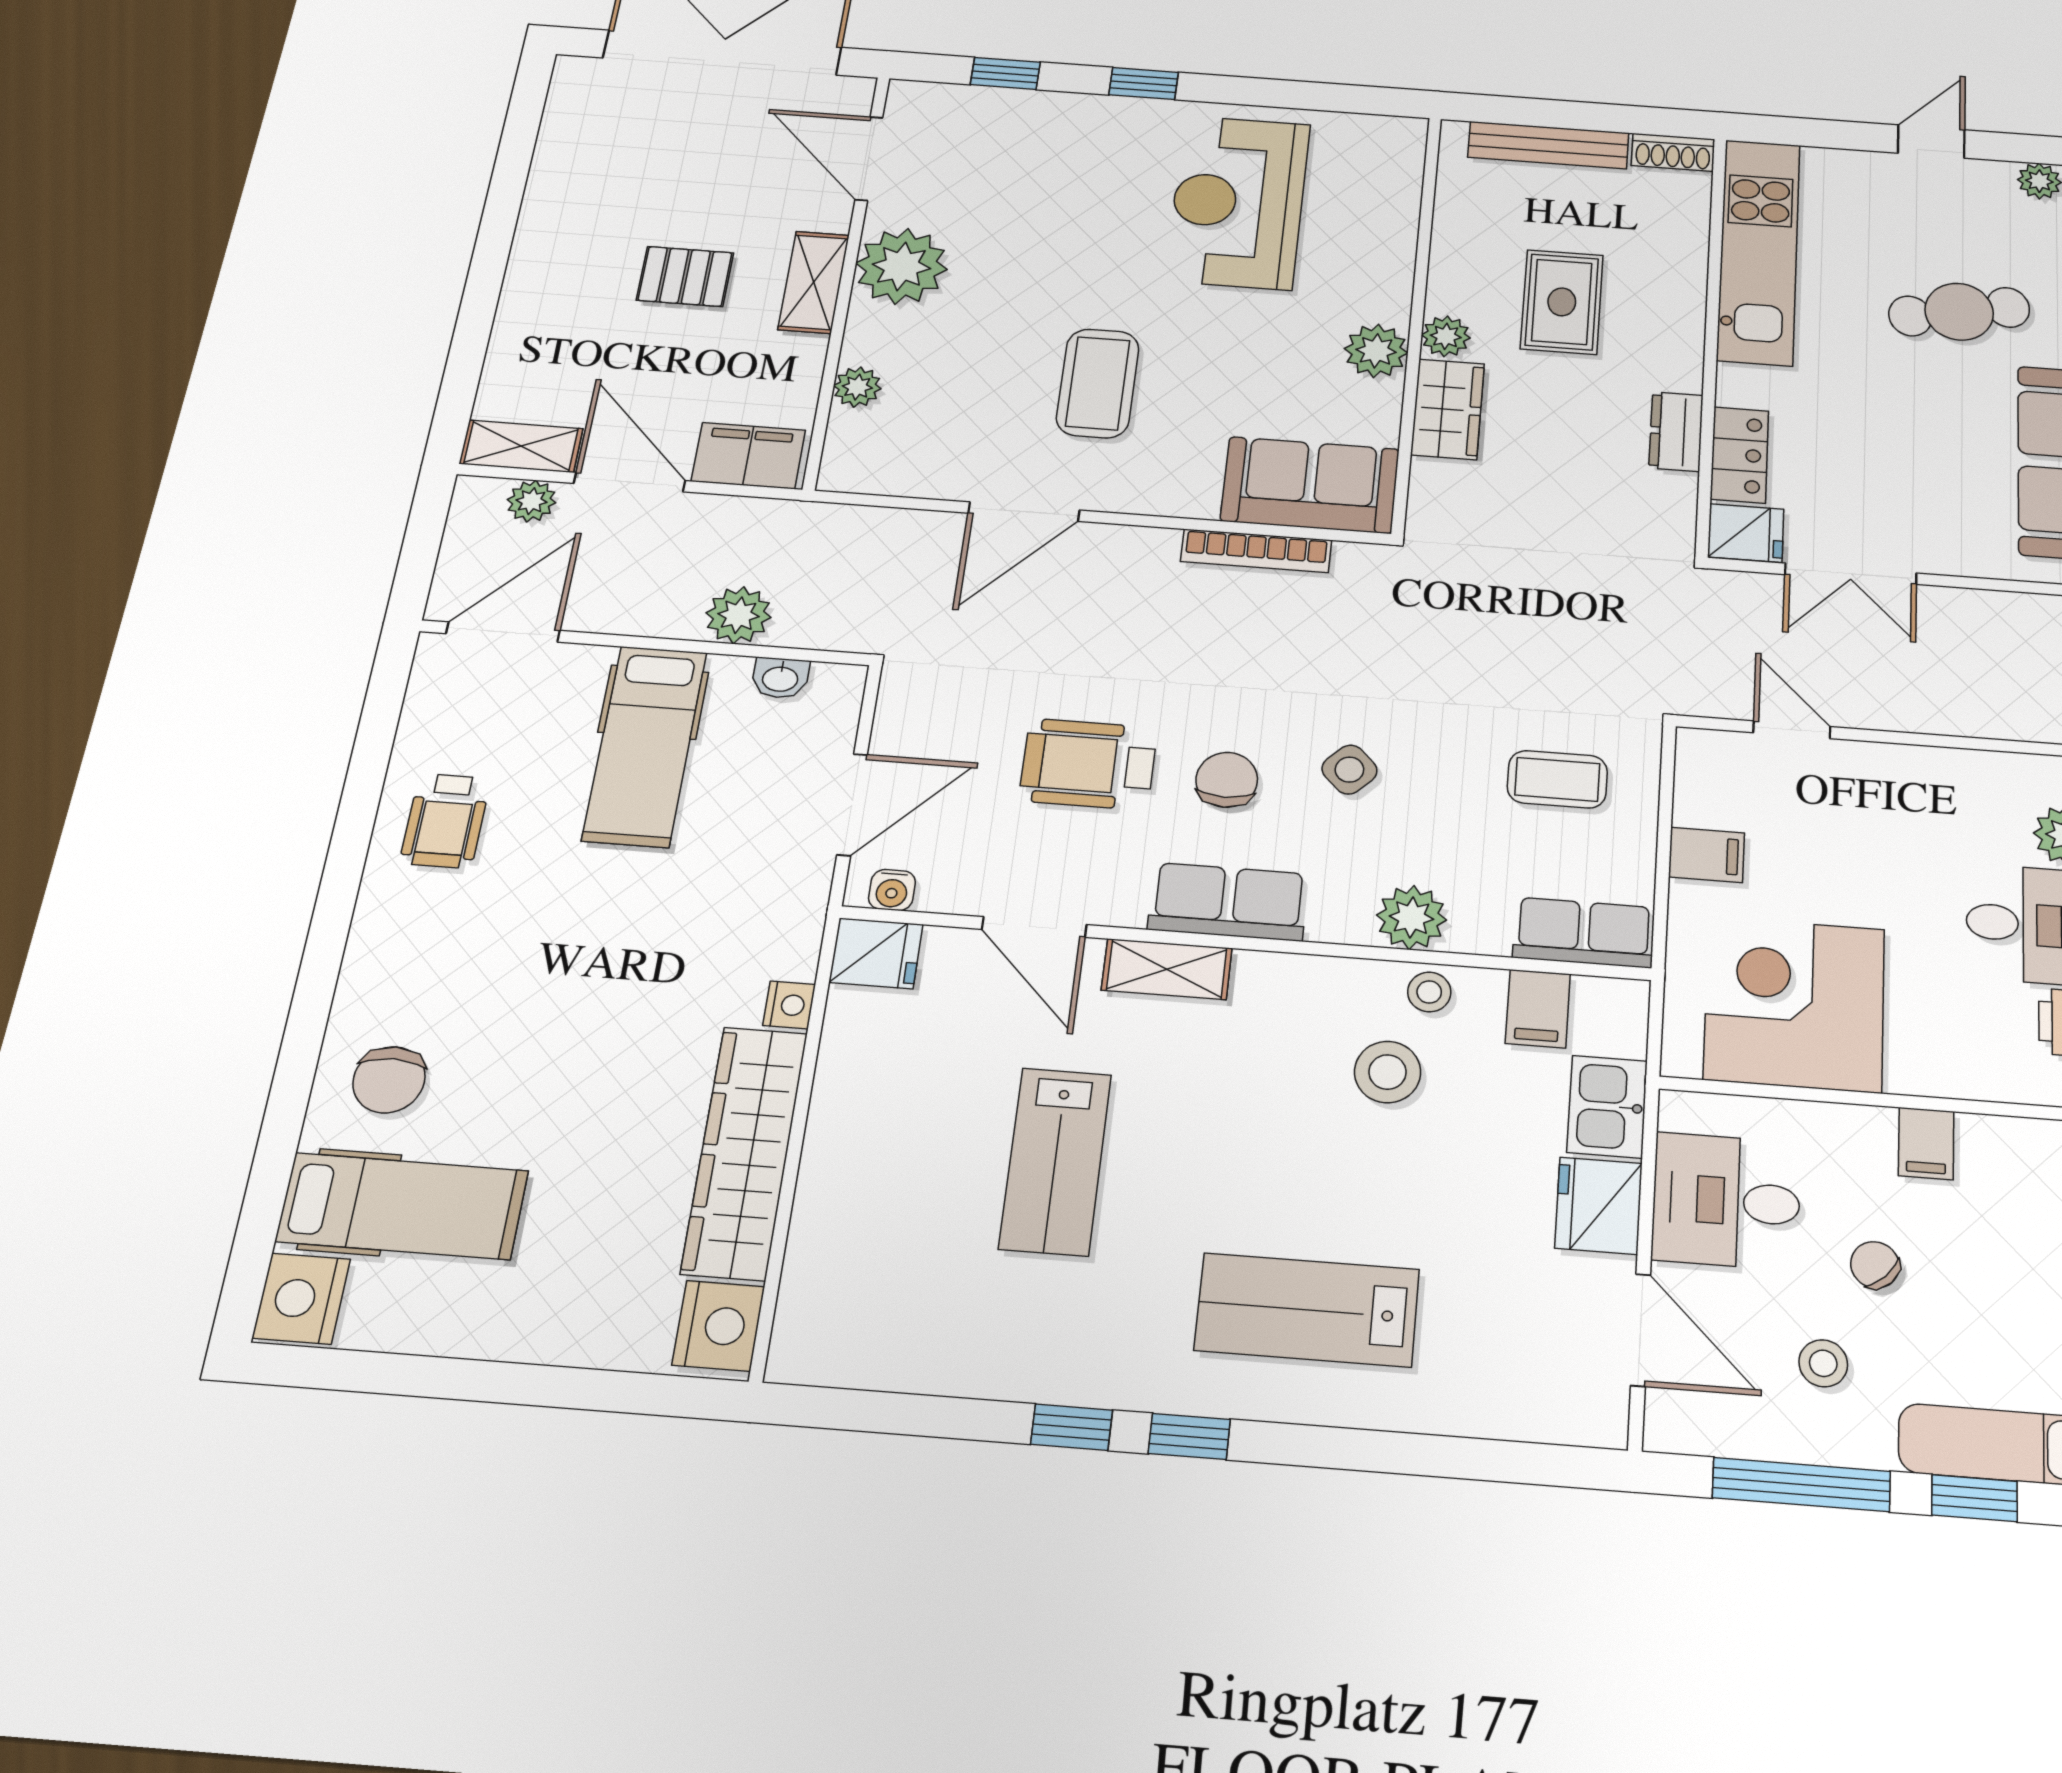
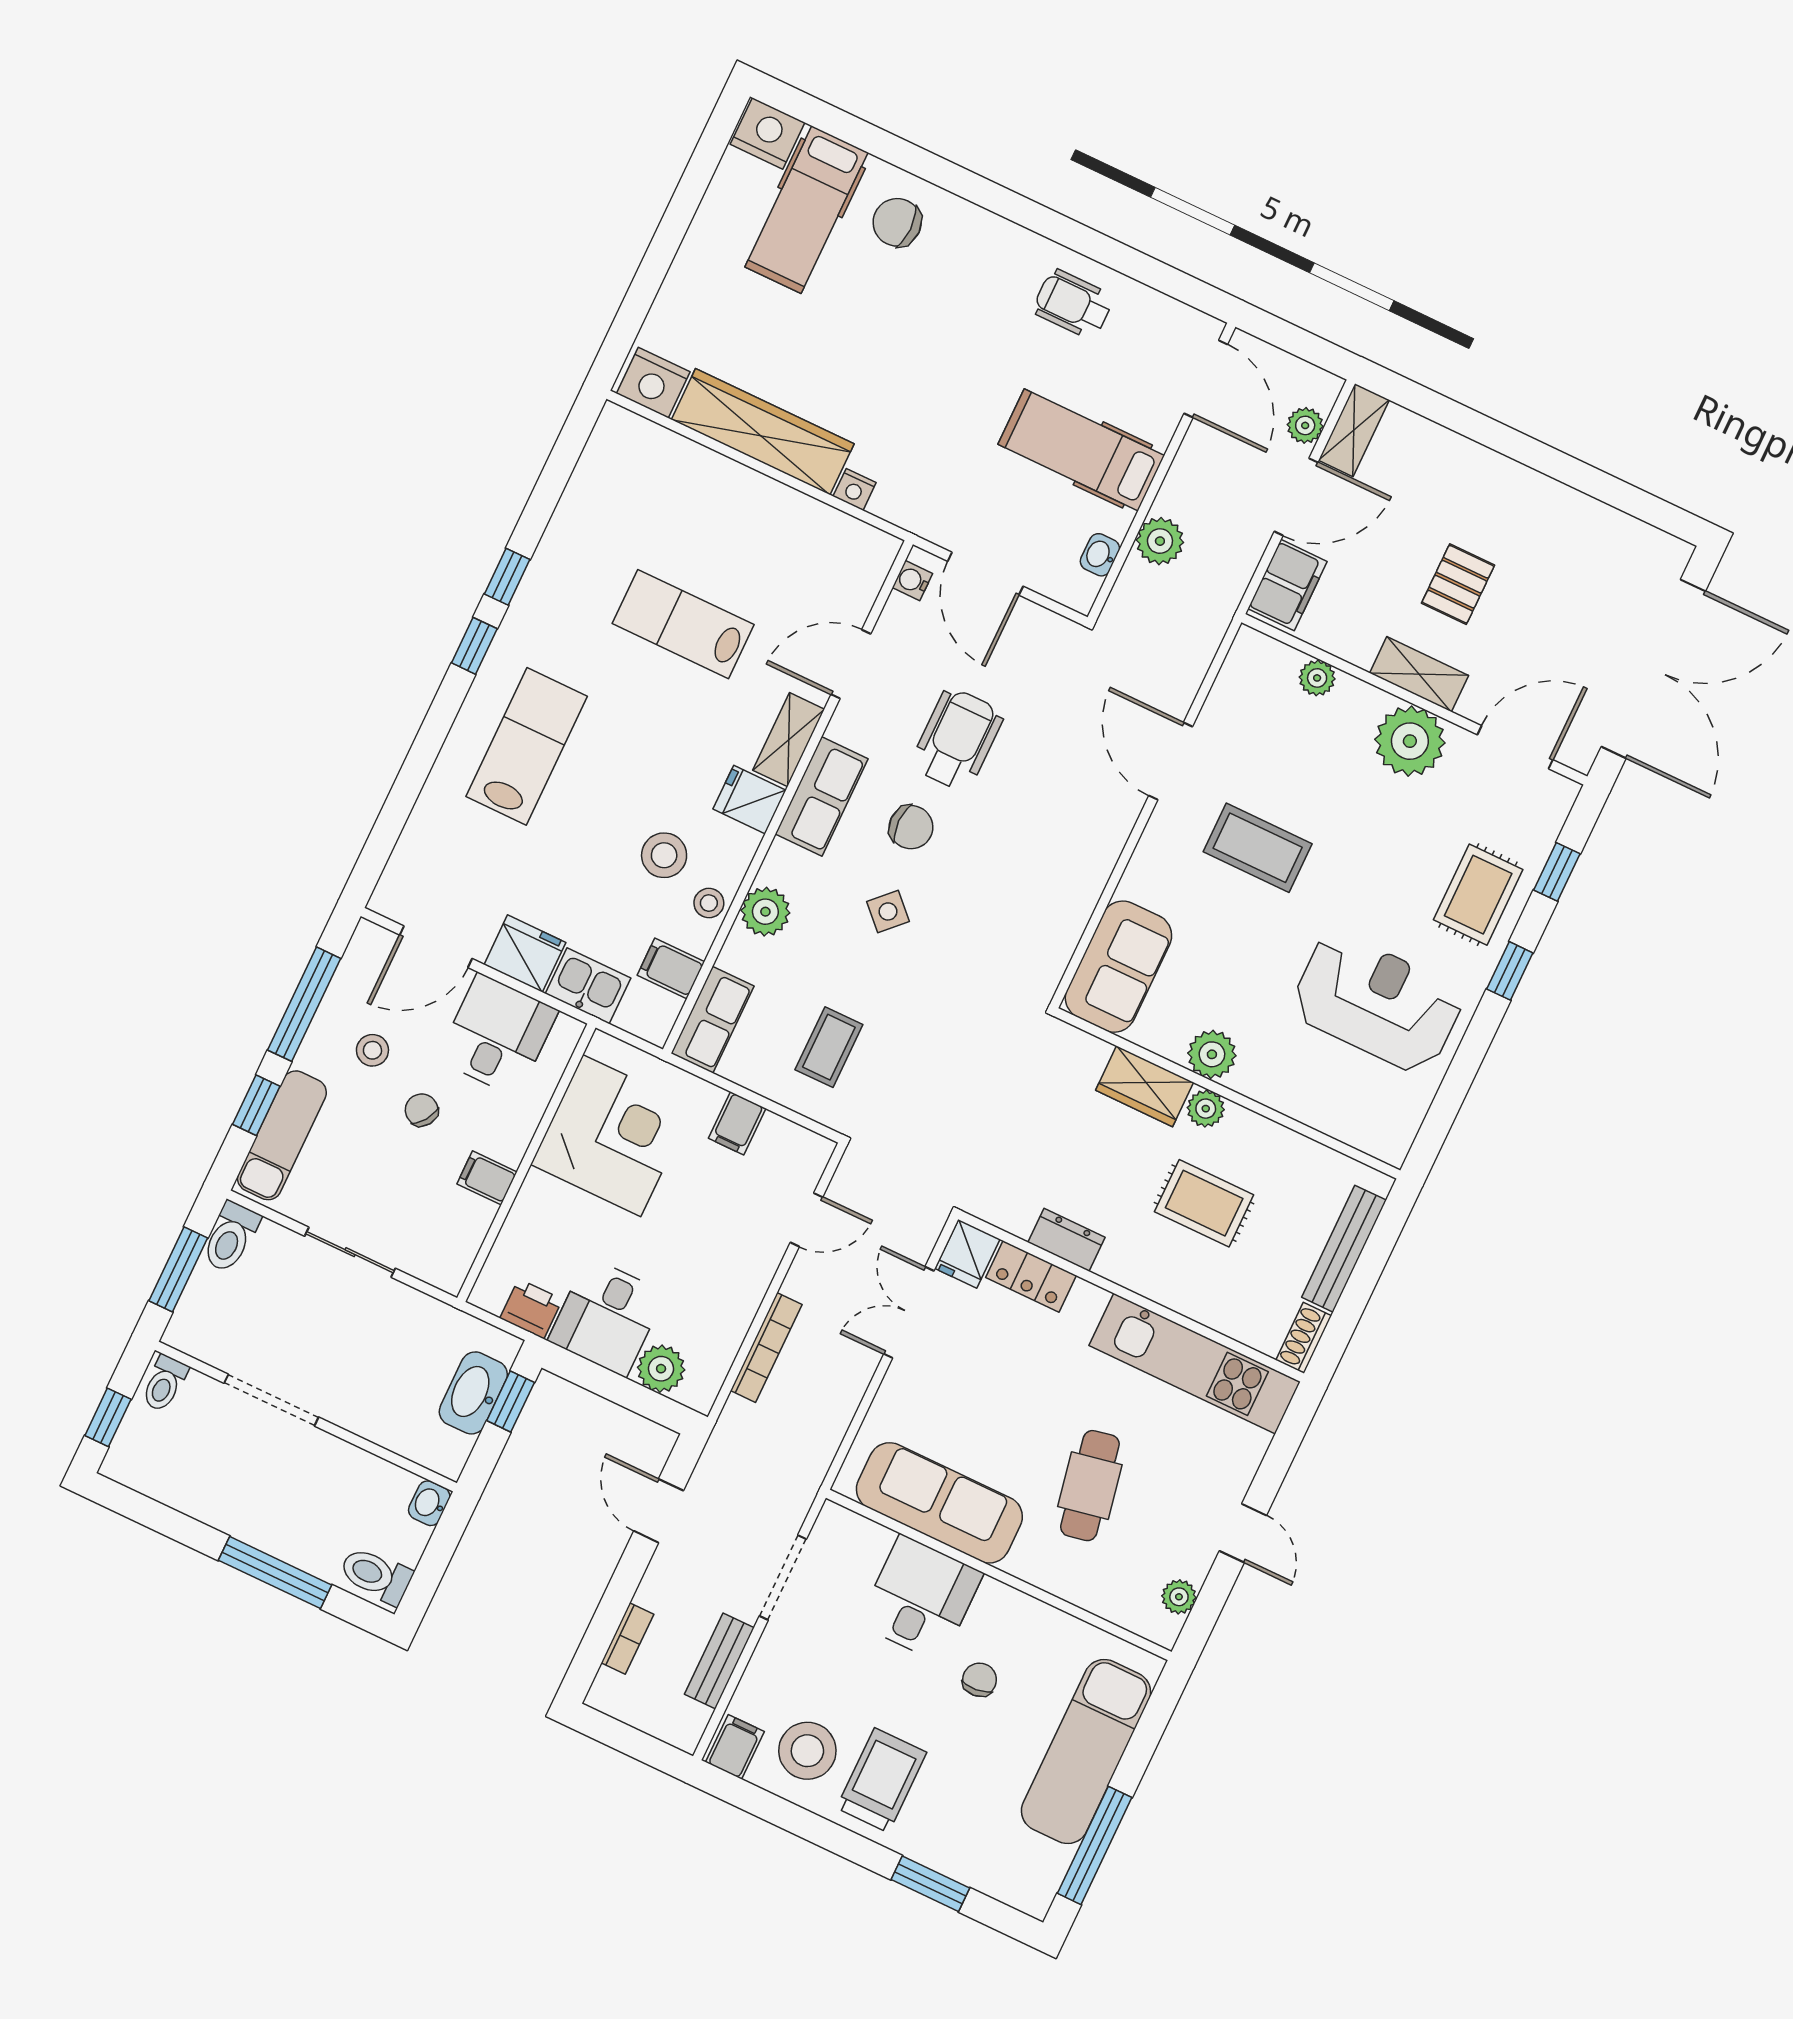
rug: (1064, 142) -> (1478, 895), added
bookcase: (1256, 551) -> (766, 1347), moved, turned 180
fridge: (876, 953) -> (750, 800), moved, turned 90
chair: (1875, 1265) -> (422, 1110), turned -102

